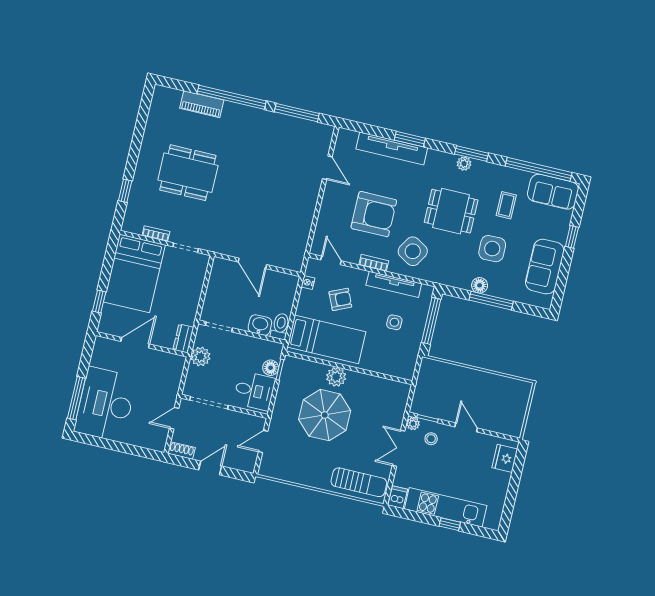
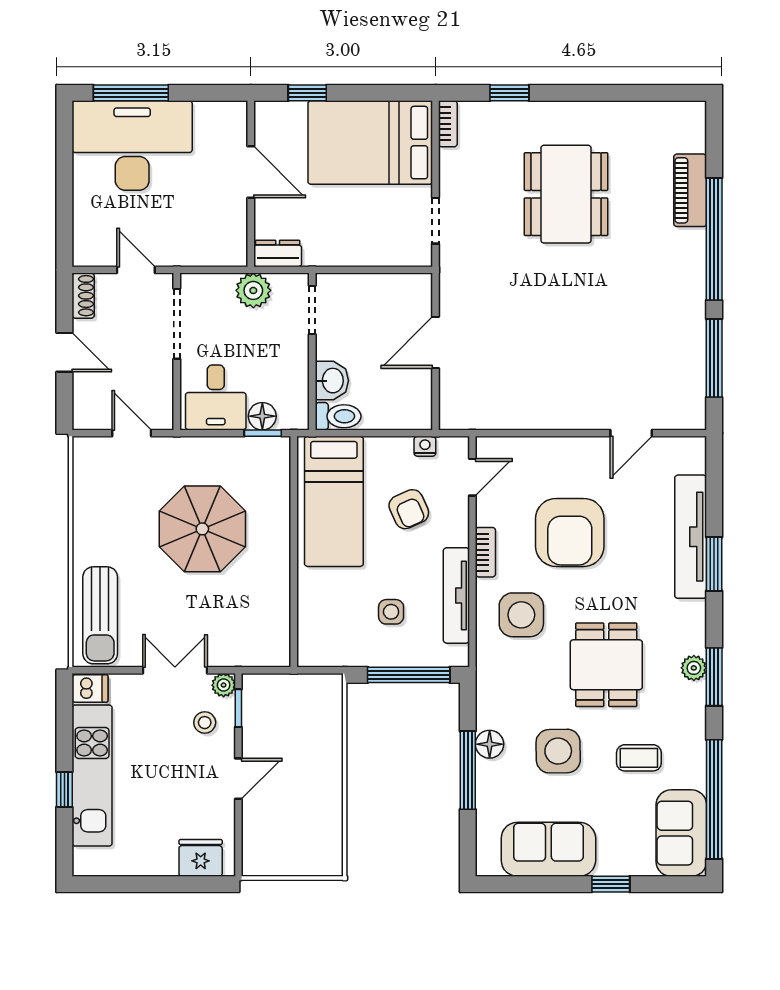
bookcase: (156, 234) -> (448, 124), moved
side table: (413, 251) -> (521, 615), turned -31
plant: (336, 377) -> (273, 533), removed

